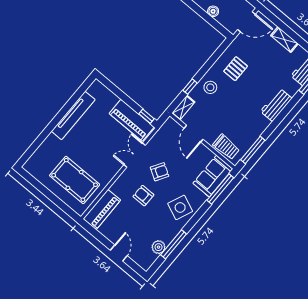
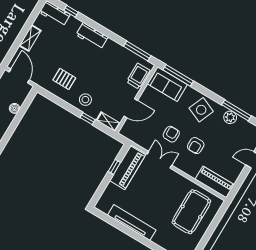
window: (146, 116) -> (114, 167), moved
double door: (135, 155) -> (159, 160), swing flipped
armchair: (160, 172) -> (171, 134), turned 59
plant: (159, 247) -> (230, 117), moved

